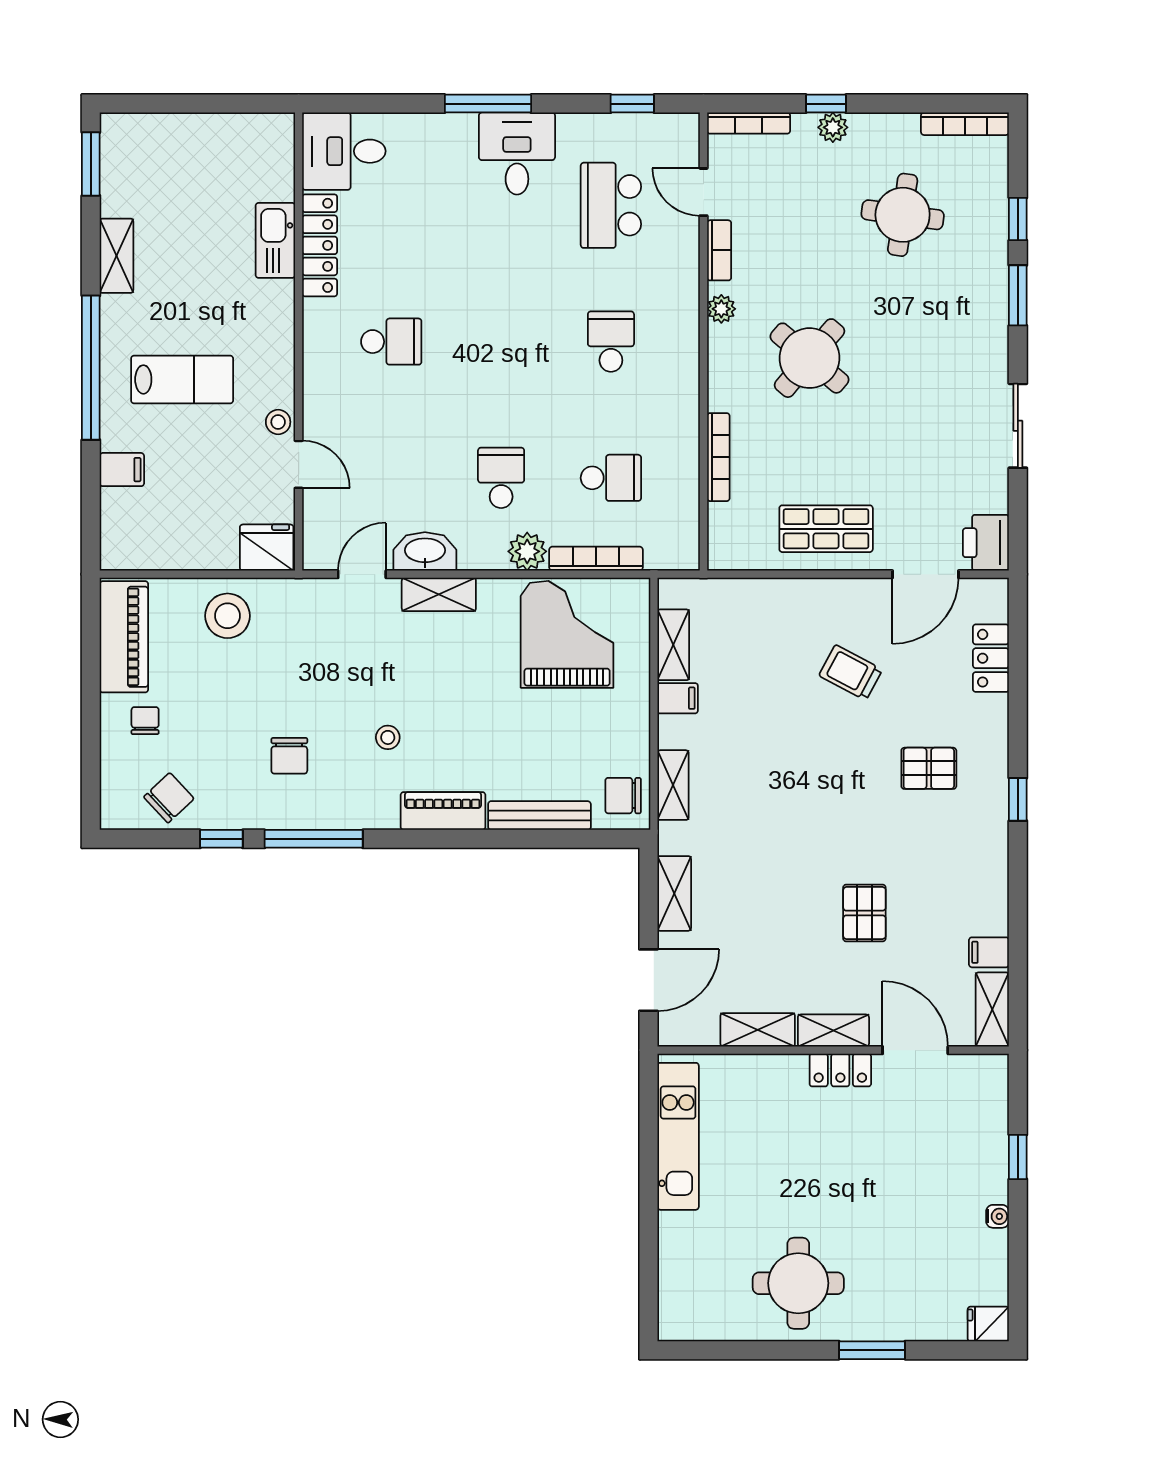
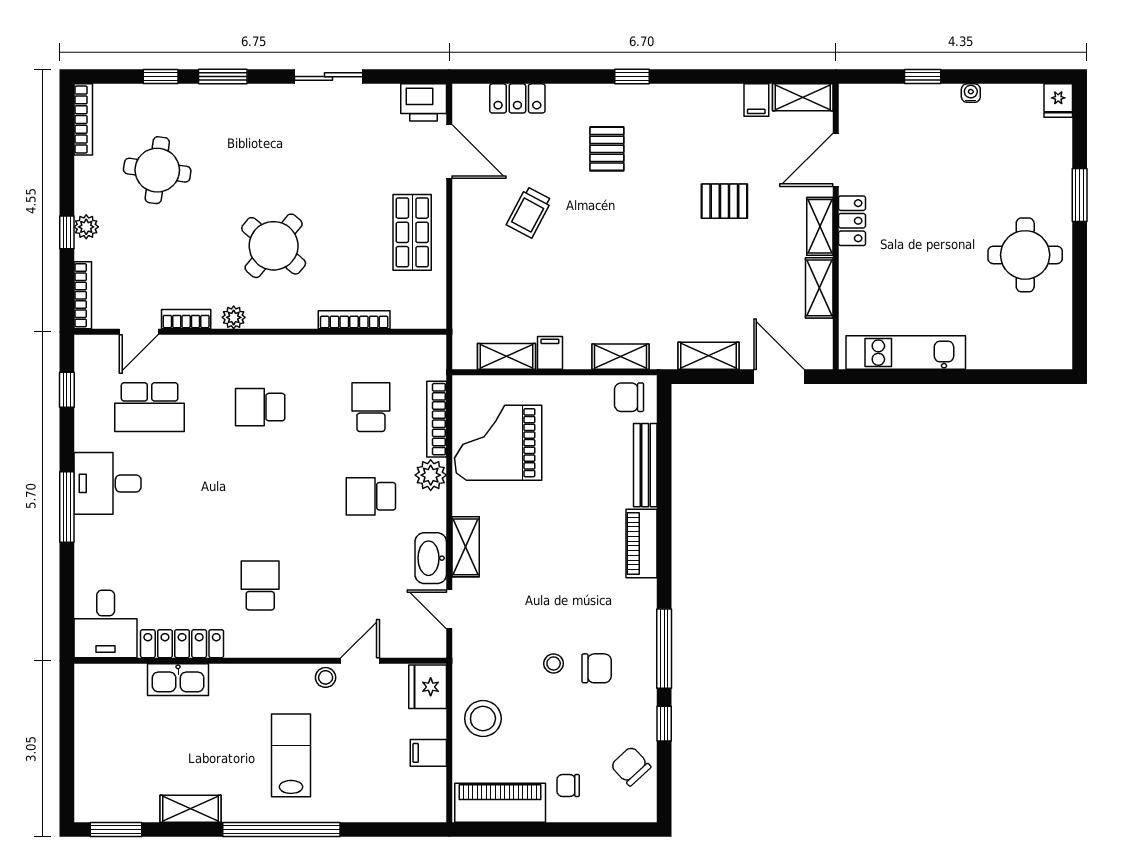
filing cabinet: (122, 470) -> (428, 753), moved, turned -90
stool: (388, 737) -> (554, 663), moved
chair: (623, 796) -> (629, 397), turned 90

